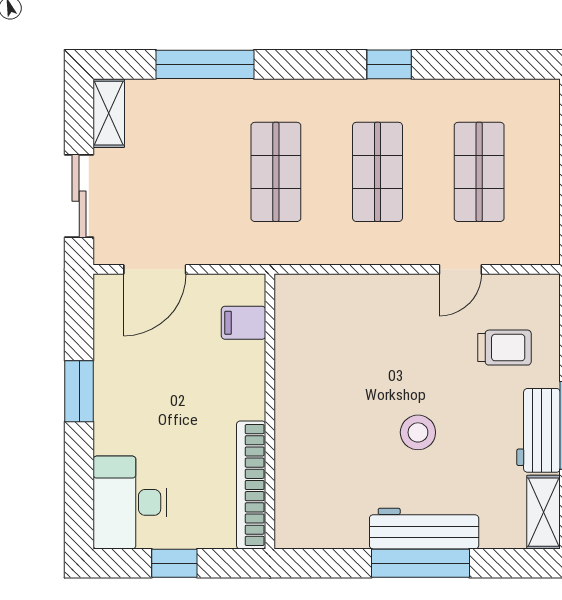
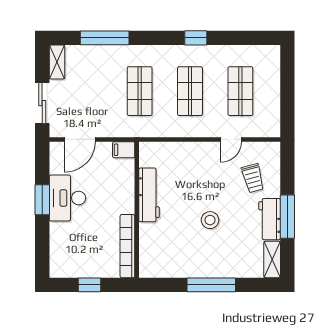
filing cabinet: (244, 323) -> (124, 150), moved
trolley: (504, 348) -> (253, 178), turned 75
desk: (130, 502) -> (67, 198), moved
workbench: (424, 529) -> (149, 195), moved, turned 90

